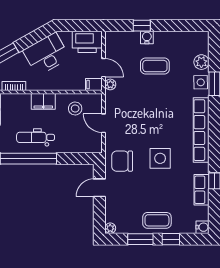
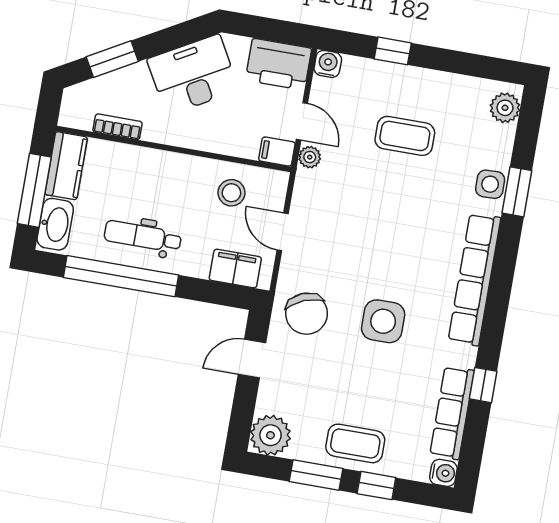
water cooler: (147, 37) -> (328, 64), moved
plant: (201, 62) -> (505, 108), moved
filing cabinet: (43, 101) -> (235, 269), moved, turned 180
chair: (122, 161) -> (307, 314), turned -112
row of seats: (202, 190) -> (452, 413), width x1.48
plant: (110, 228) -> (270, 435), width x1.88, depth x1.88

